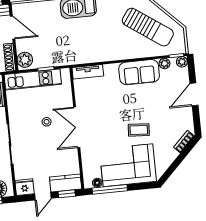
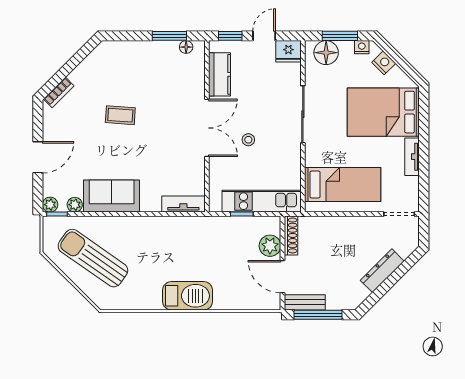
plant: (25, 60) -> (270, 246), moved
corner sofa: (128, 165) -> (141, 67), removed
kitchen counter: (66, 183) -> (220, 74), moved, turned -90
window: (110, 189) -> (169, 36), width x0.69

